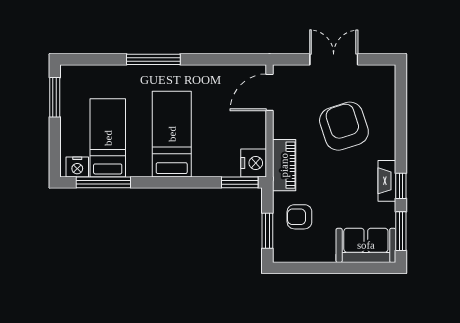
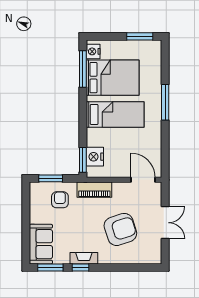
bed: (108, 138) -> (113, 78), width x1.50
nightstand: (254, 163) -> (95, 157), moved, turned 90

